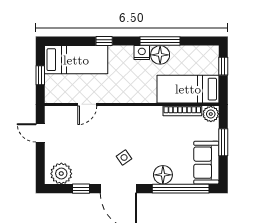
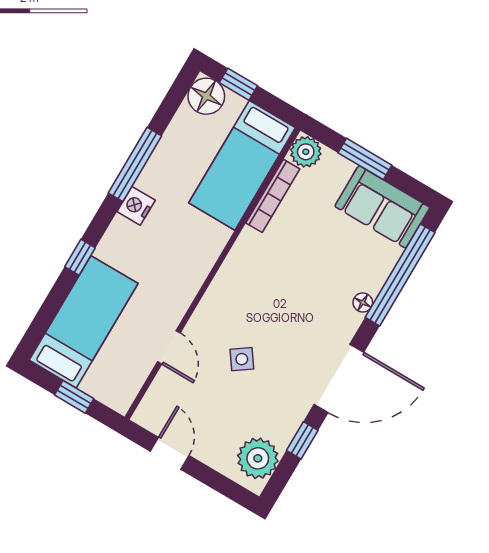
floor lamp: (160, 55) -> (206, 96), moved
door: (40, 133) -> (170, 453), swing flipped
side table: (124, 157) -> (242, 359), moved
floor lamp: (163, 175) -> (363, 302), width x0.53, depth x0.53

